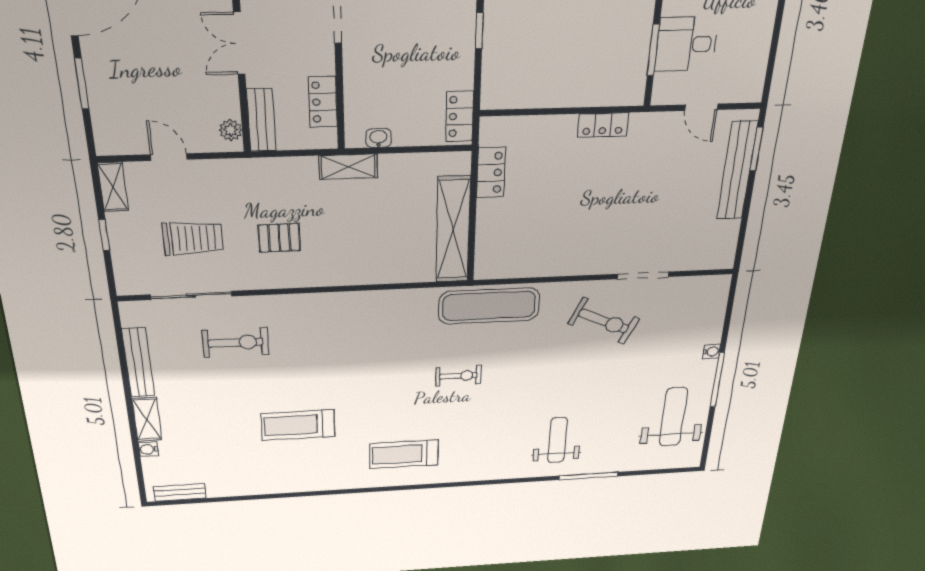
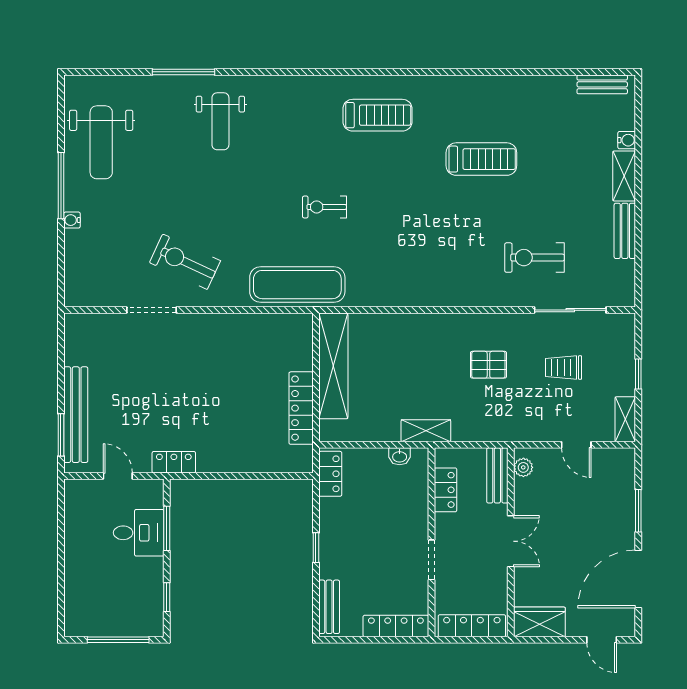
locker: (603, 125) -> (174, 462), moved
locker: (491, 173) -> (301, 408), width x1.53
trolley: (193, 238) -> (564, 368), width x0.73, depth x0.72
bench: (138, 363) -> (625, 231), width x0.73

